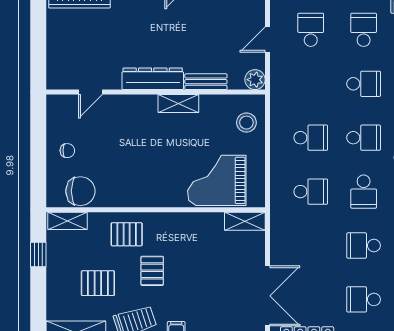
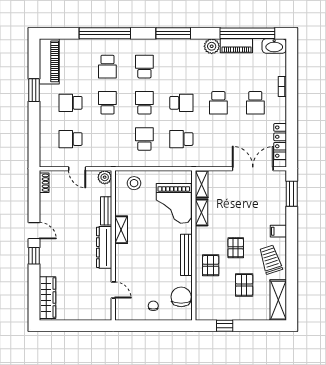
school desk: (311, 192) -> (181, 139), turned -90
bench: (142, 199) -> (186, 255), added
shelving: (68, 221) -> (201, 213), moved
pallet: (152, 271) -> (236, 248), turned 90

